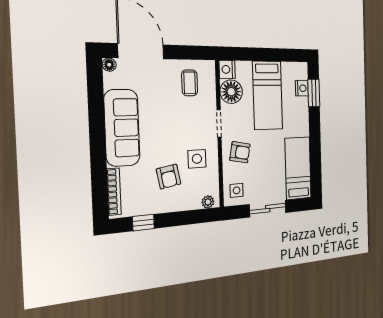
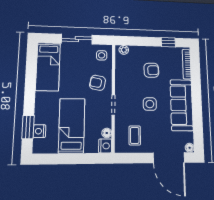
floor lamp: (231, 92) -> (107, 133), width x0.53, depth x0.53
side table: (197, 159) -> (150, 104), moved
armchair: (169, 177) -> (151, 70), turned 98

